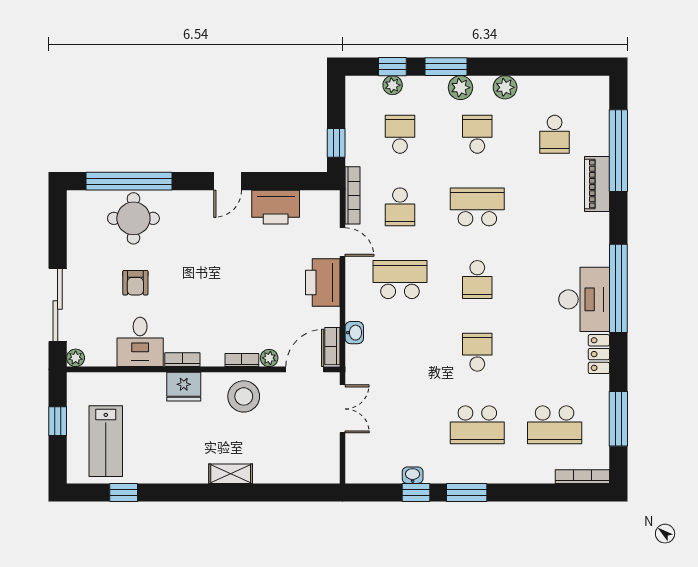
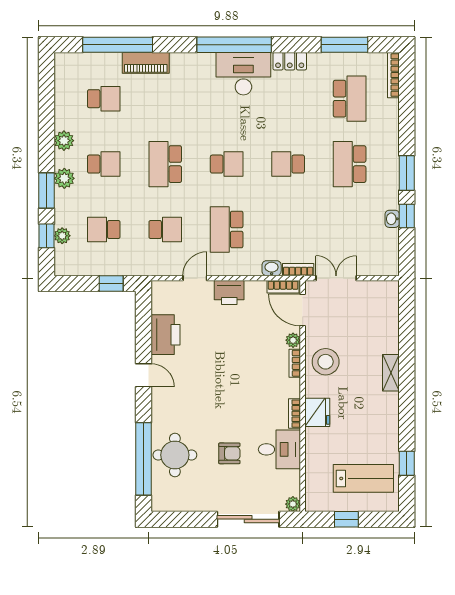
school desk: (477, 134) -> (104, 164), turned 180
bookcase: (353, 195) -> (298, 270), moved, width x0.64
printer: (323, 282) -> (229, 293), width x0.73, depth x0.84
school desk: (477, 425) -> (350, 164), turned 180

